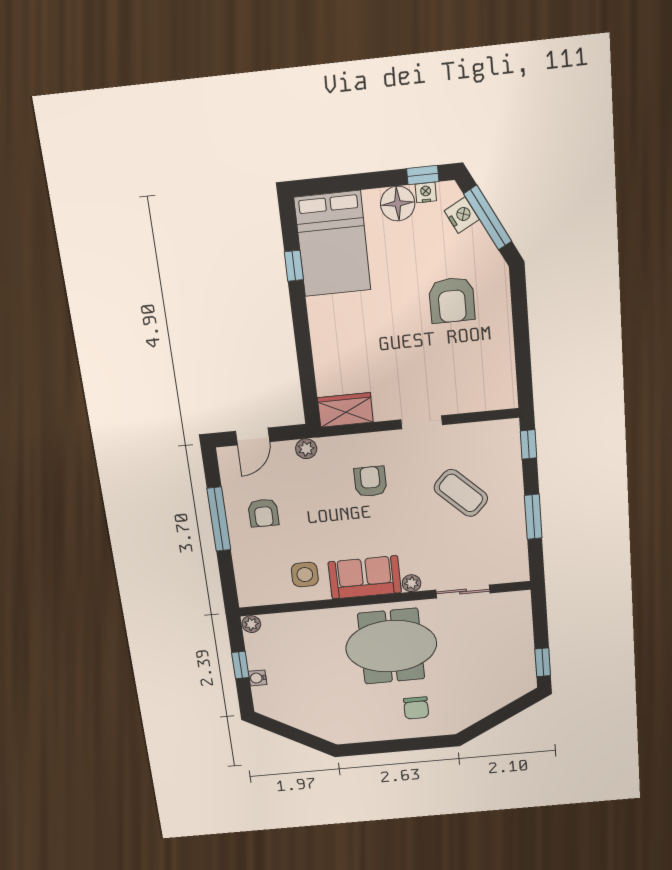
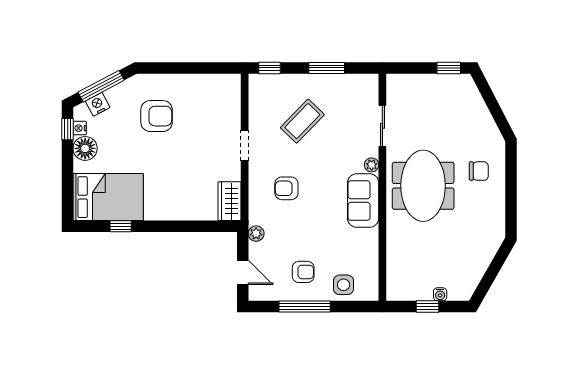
side table: (305, 575) -> (344, 285), moved
plant: (251, 624) -> (393, 293), removed

